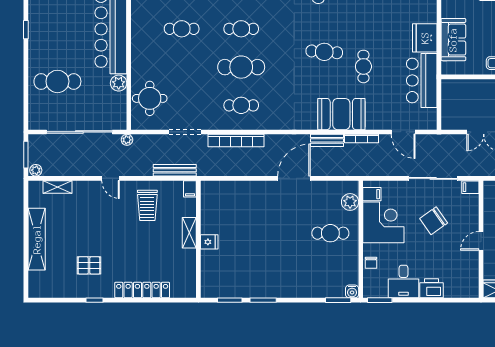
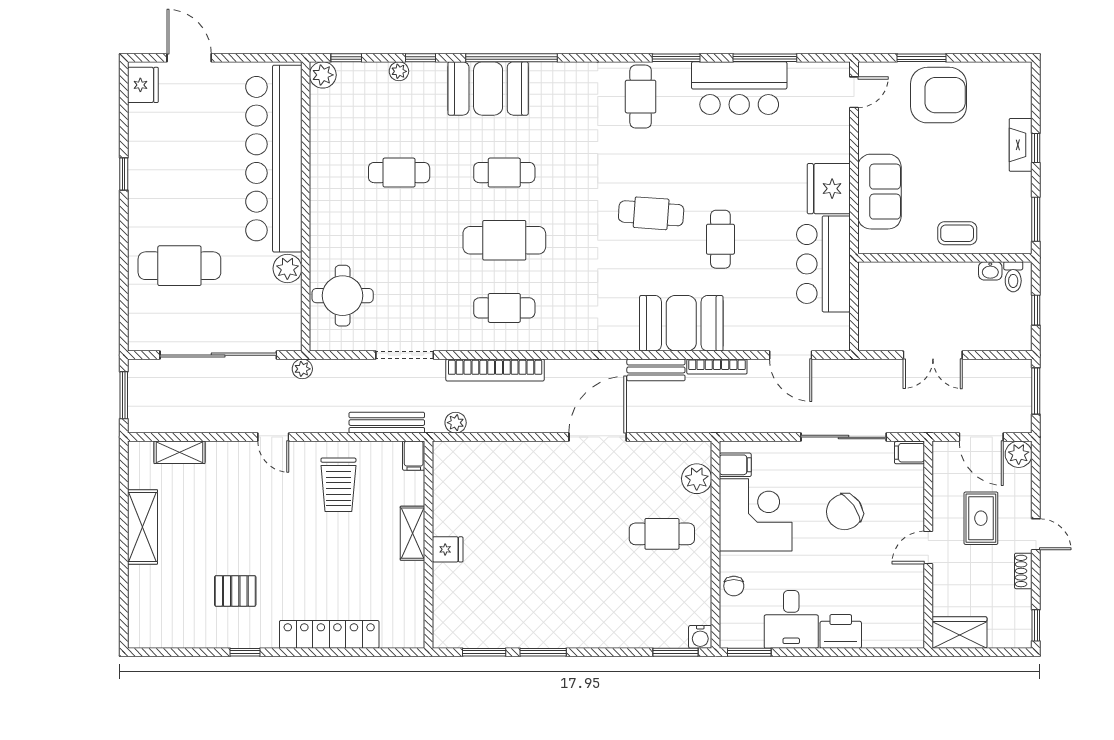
plant: (36, 170) -> (456, 423), moved
shelving: (37, 239) -> (142, 527), width x0.68

